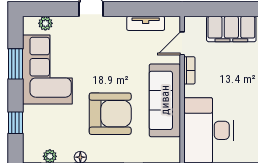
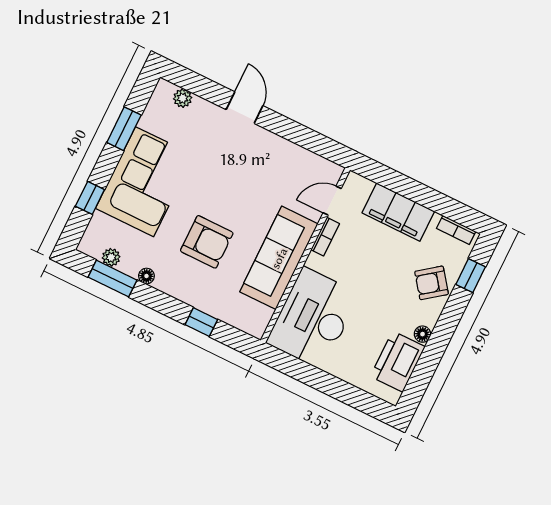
tv unit: (146, 23) -> (301, 156), removed
corner sofa: (47, 70) -> (145, 182), moved
armchair: (110, 114) -> (207, 242), width x0.73, depth x0.73

